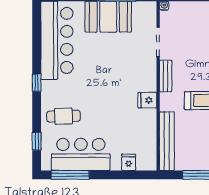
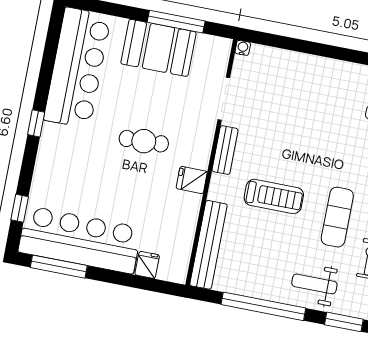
cafe table: (63, 116) -> (144, 141), moved
bar counter: (81, 154) -> (80, 240), width x1.36

